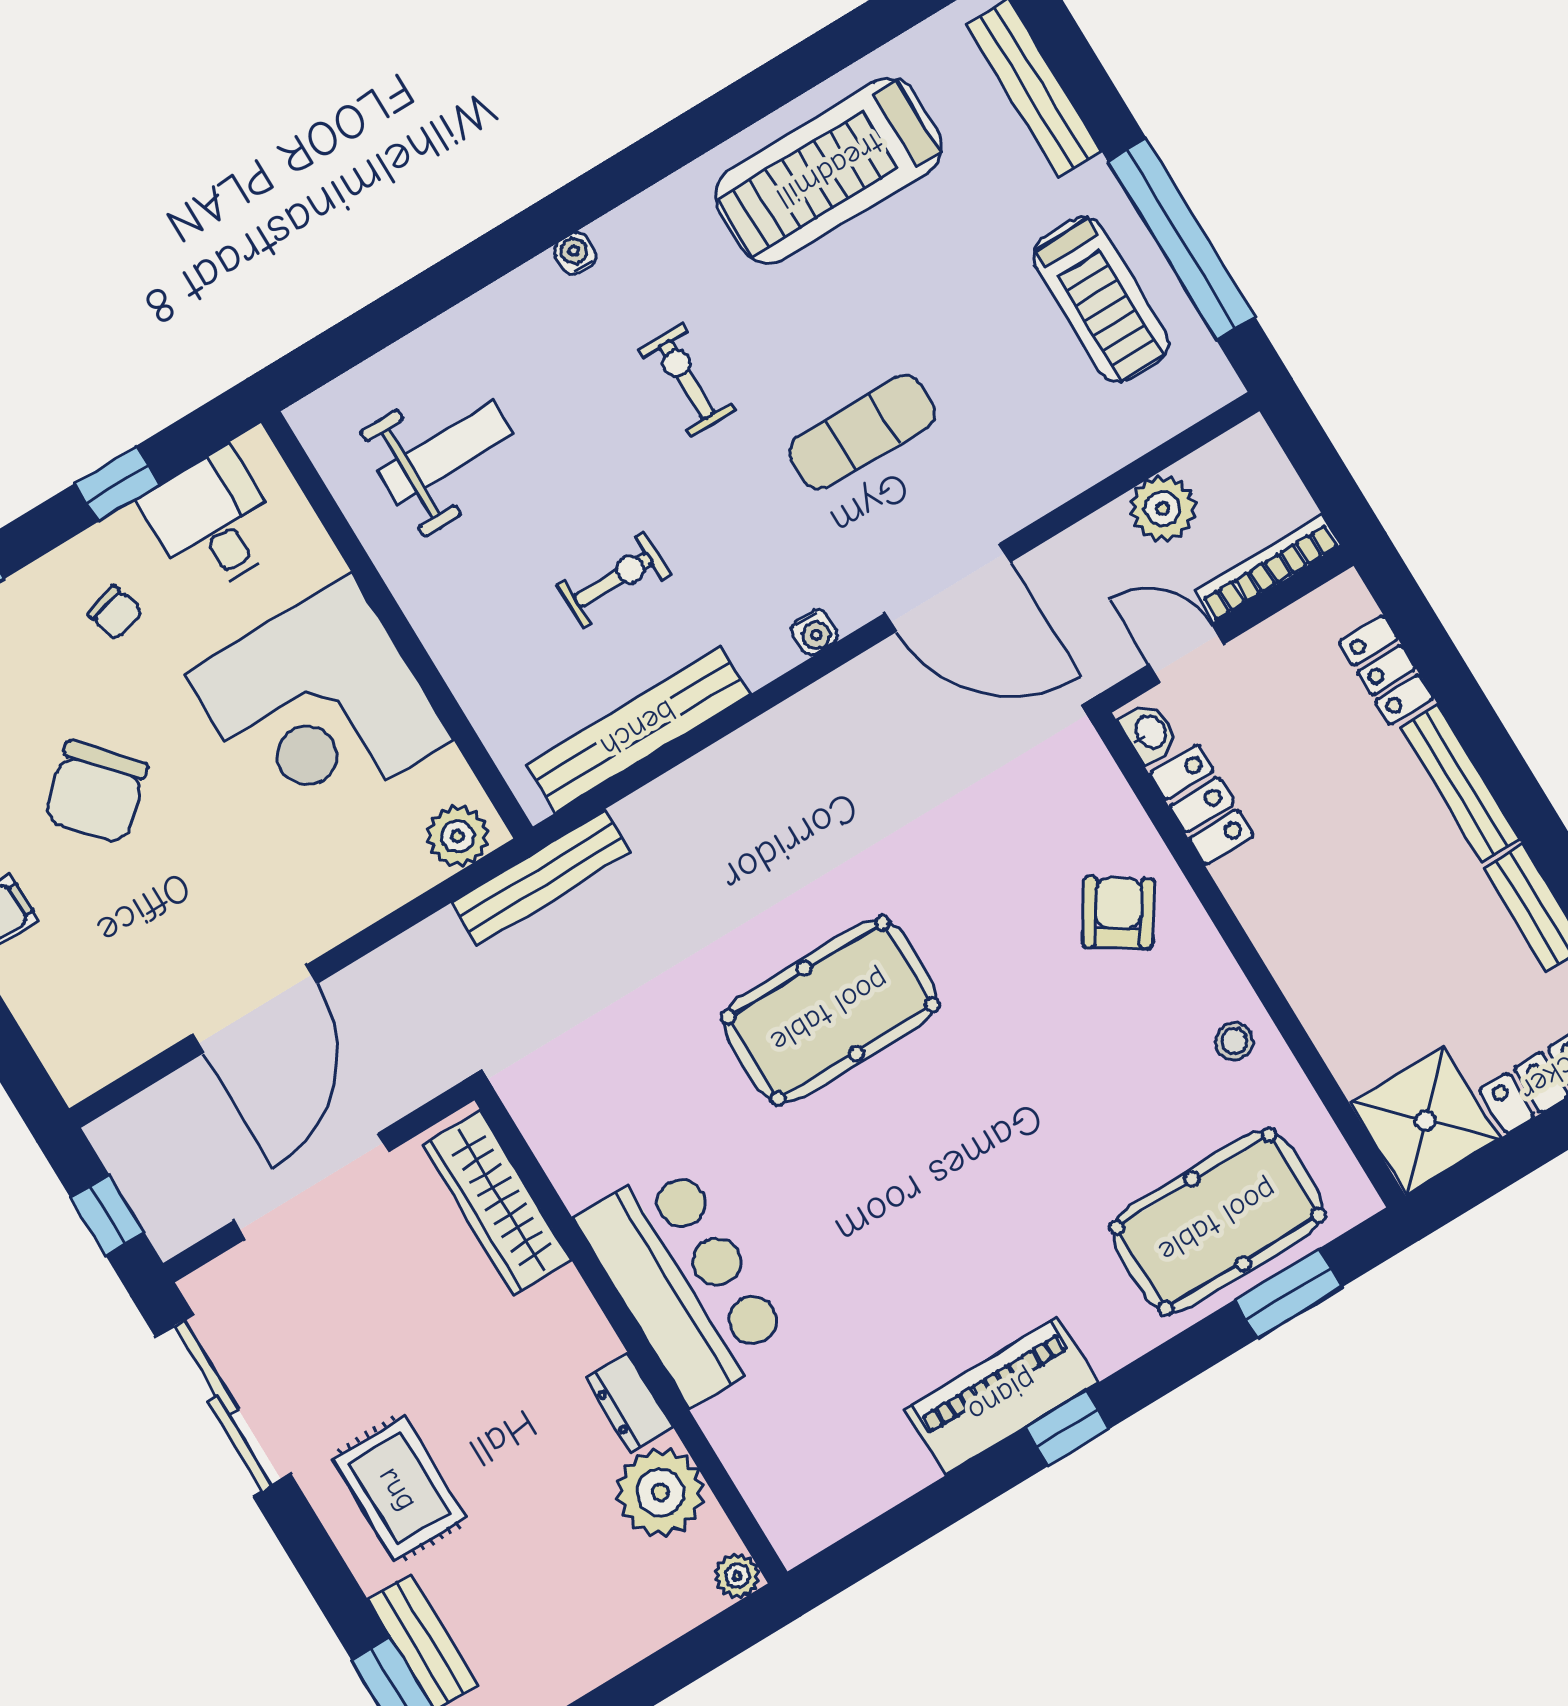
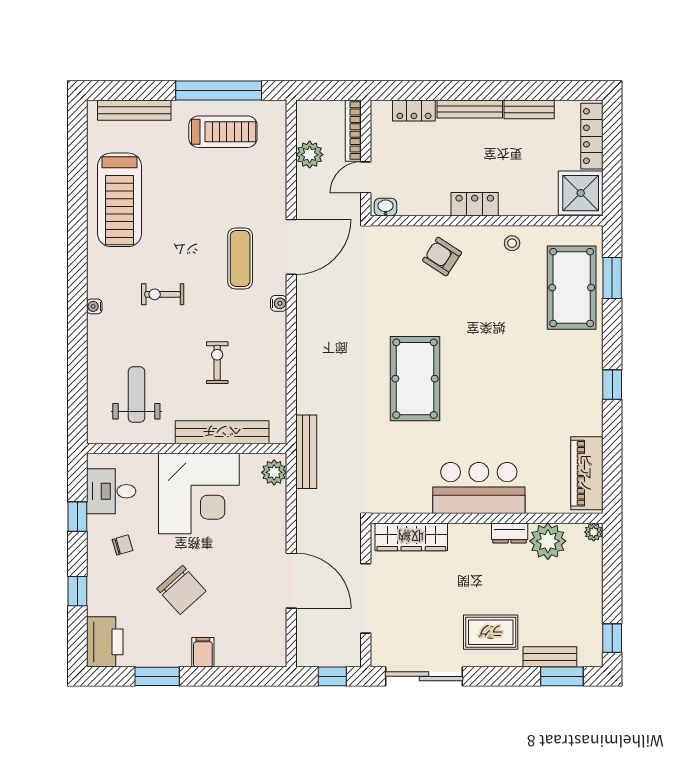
exercise mat: (862, 432) -> (240, 258), moved
bench: (638, 729) -> (222, 432), moved, turned 90
locker: (1202, 805) -> (475, 204), moved
piano: (1002, 1396) -> (587, 473), moved

